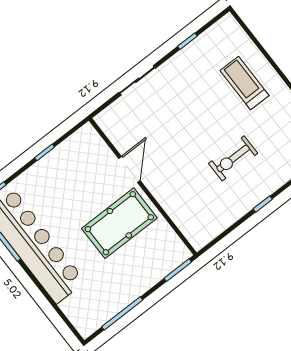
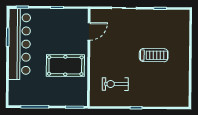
treadmill: (245, 83) -> (154, 55), moved, turned 90
exercise bike: (233, 158) -> (115, 84), moved
door: (129, 169) -> (89, 31), moved

